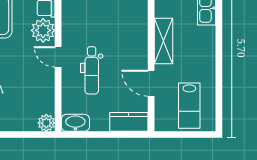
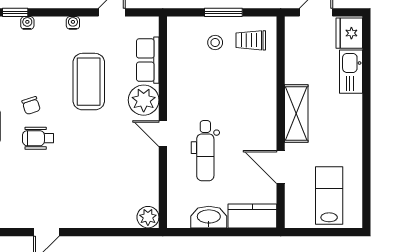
lab bench: (189, 106) -> (329, 195), turned 180
washbasin: (75, 123) -> (209, 217), moved

